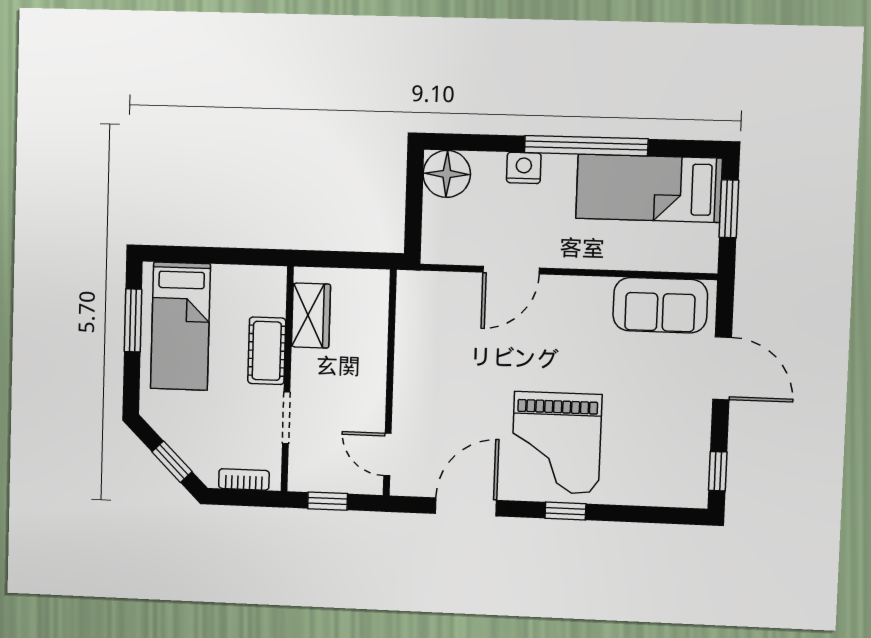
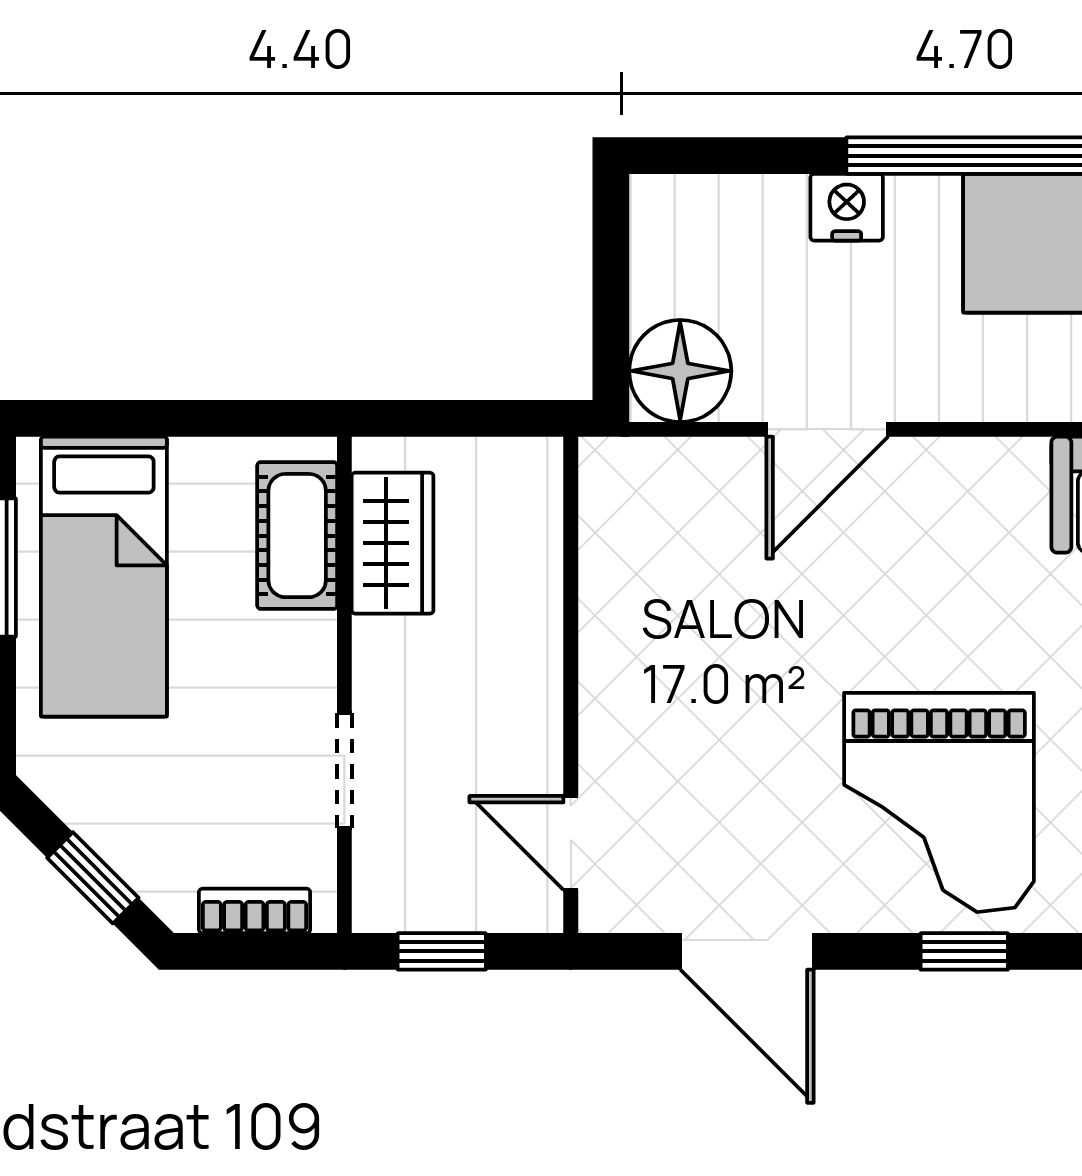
floor lamp: (447, 174) -> (680, 371), moved
cot: (267, 351) -> (297, 536), moved
door: (466, 507) -> (747, 951), swing flipped

